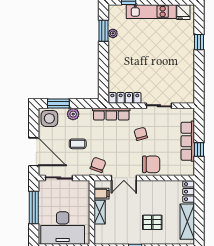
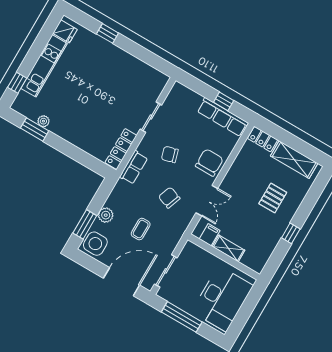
row of seats: (111, 114) -> (134, 167), width x0.68
row of seats: (188, 141) -> (223, 117), moved
chair: (98, 165) -> (169, 198), moved

